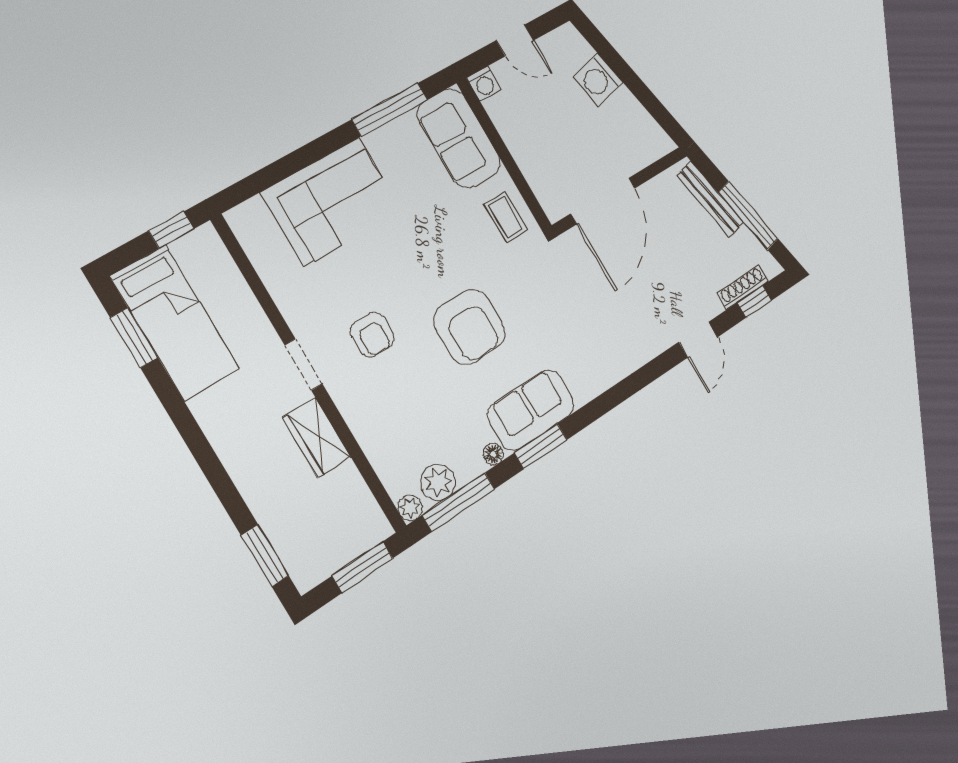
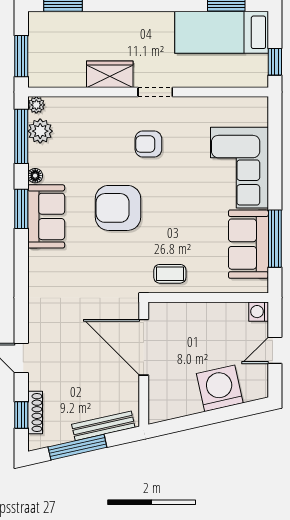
washing machine: (598, 80) -> (220, 388), width x1.37, depth x1.37
sofa: (459, 138) -> (248, 244), moved, turned -90

